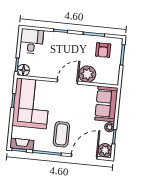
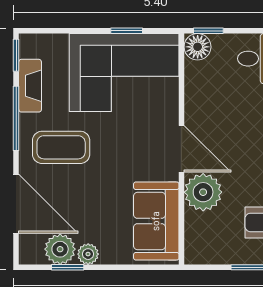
sofa: (106, 104) -> (156, 221), moved, turned -90
fireplace: (22, 144) -> (30, 86), moved
plant: (105, 150) -> (60, 249), moved

